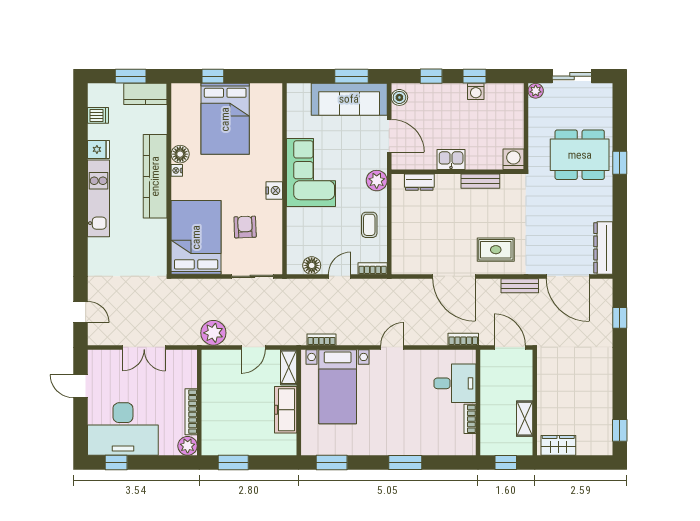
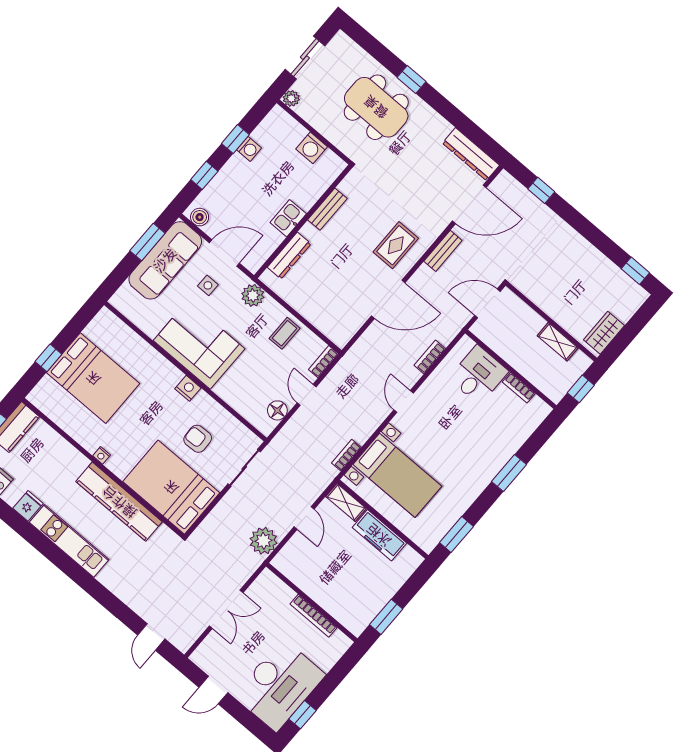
side table: (357, 144) -> (208, 285), added
floor lamp: (180, 154) -> (90, 441), removed
dining table: (580, 155) -> (376, 107), turned 90
washing machine: (513, 159) -> (312, 148), moved, turned -90
kitchen counter: (155, 176) -> (119, 502), moved
dresser: (419, 182) -> (289, 256), width x1.44
coffee table: (369, 225) -> (285, 333), turned 90
door: (81, 312) -> (151, 637), swing flipped
bookcase: (463, 339) -> (430, 357), moved
plant: (188, 446) -> (340, 643), removed

